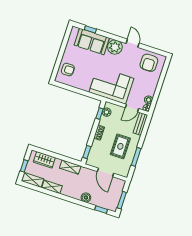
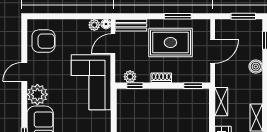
door: (132, 108) -> (113, 44), swing flipped
rug: (120, 146) -> (170, 42), width x1.36, depth x1.43

